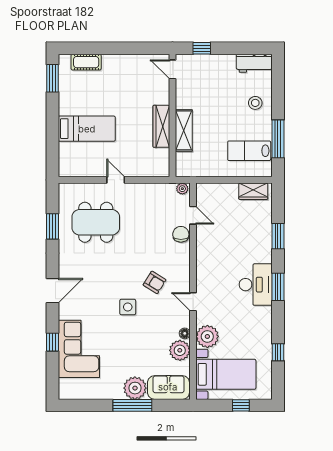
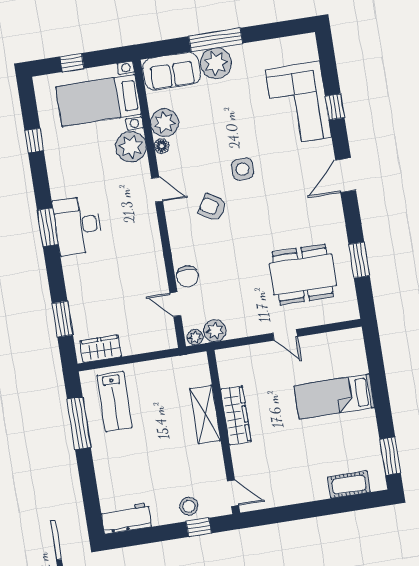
stool: (255, 103) -> (189, 506), moved
lab bench: (249, 151) -> (115, 401), turned 90
plant: (167, 191) -> (215, 331), added
window: (278, 236) -> (62, 319), moved

